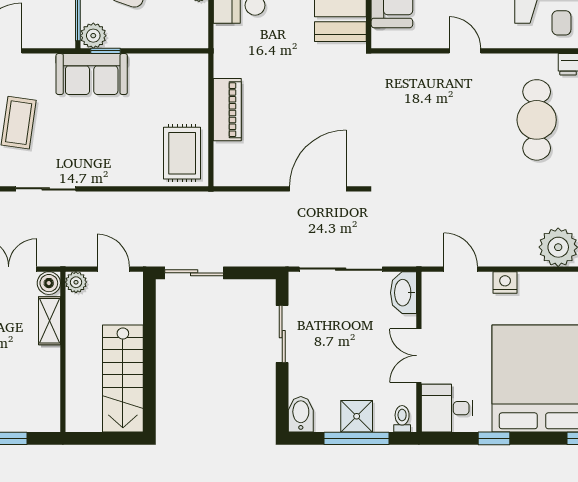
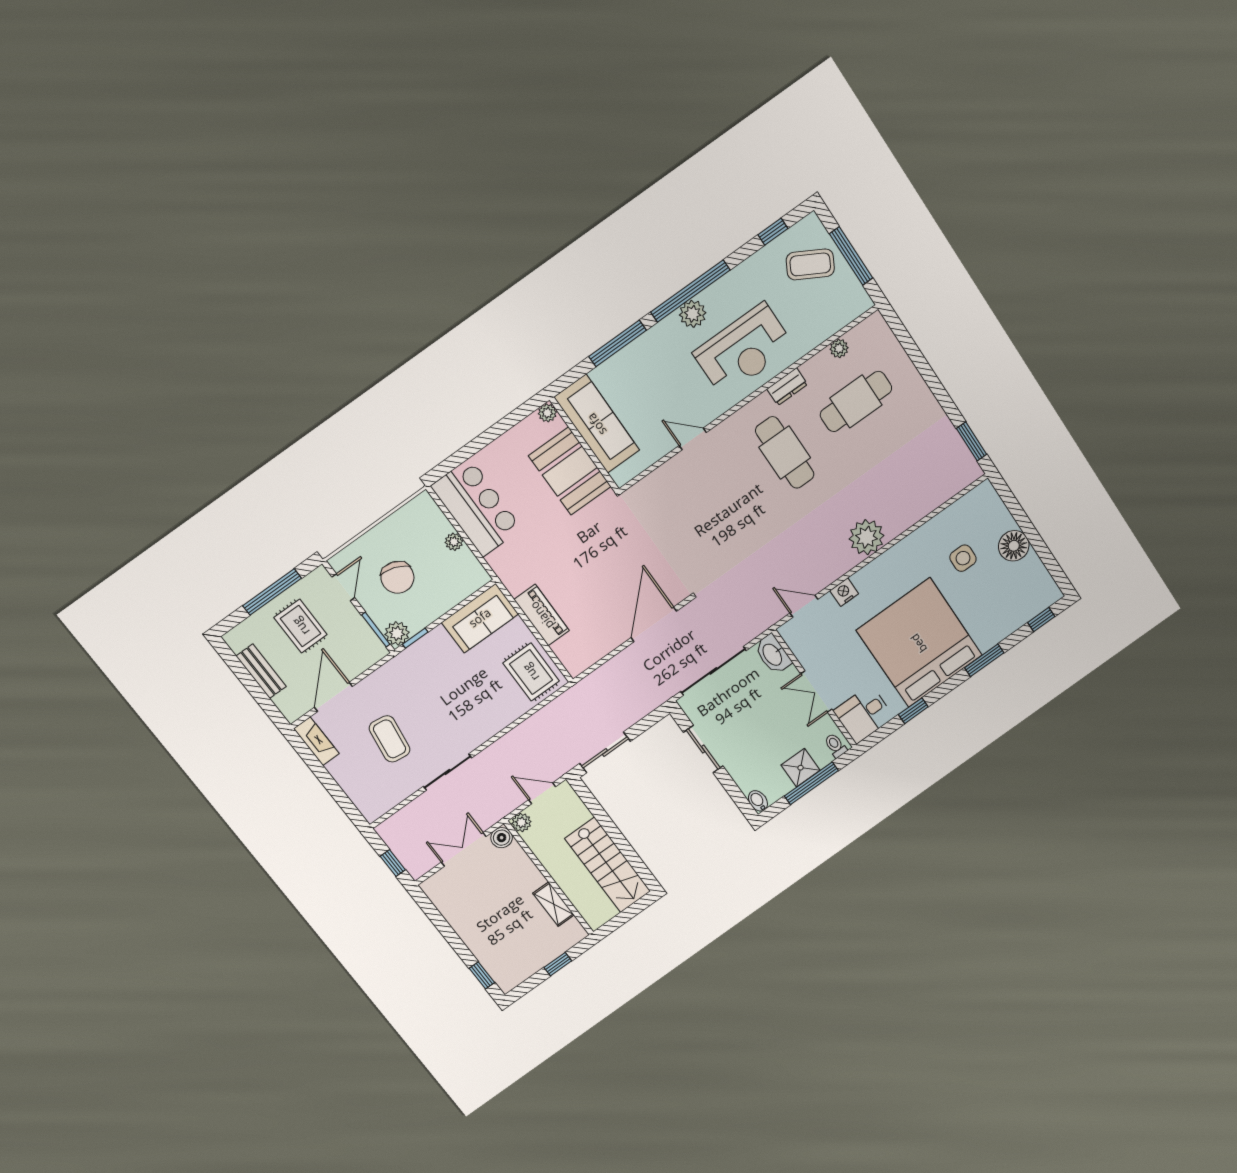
sofa: (92, 74) -> (480, 618), moved
shelving: (50, 321) -> (554, 904), moved
bidet: (301, 414) -> (758, 801), width x0.72, depth x0.74

